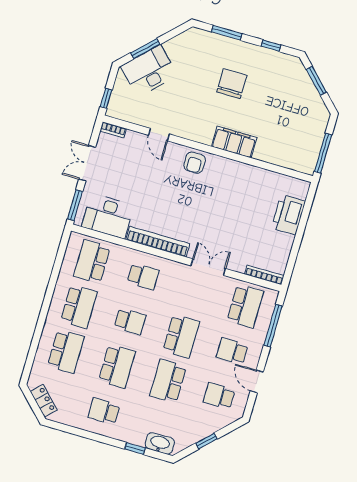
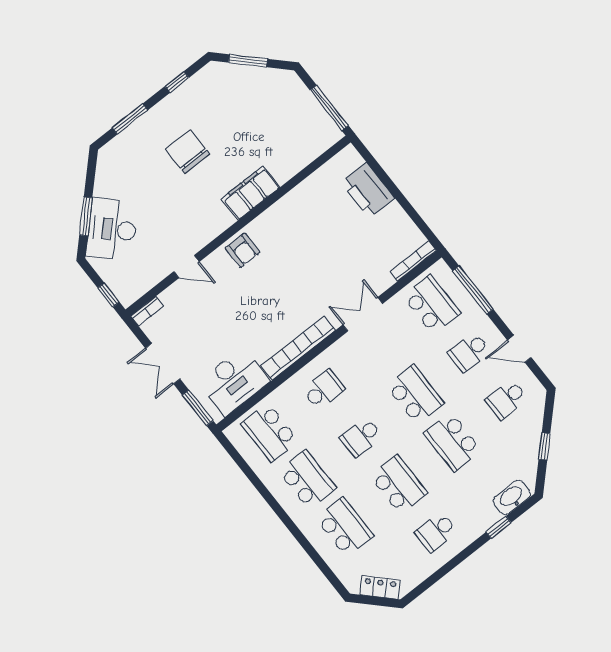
school desk: (130, 321) -> (361, 437), turned 180

